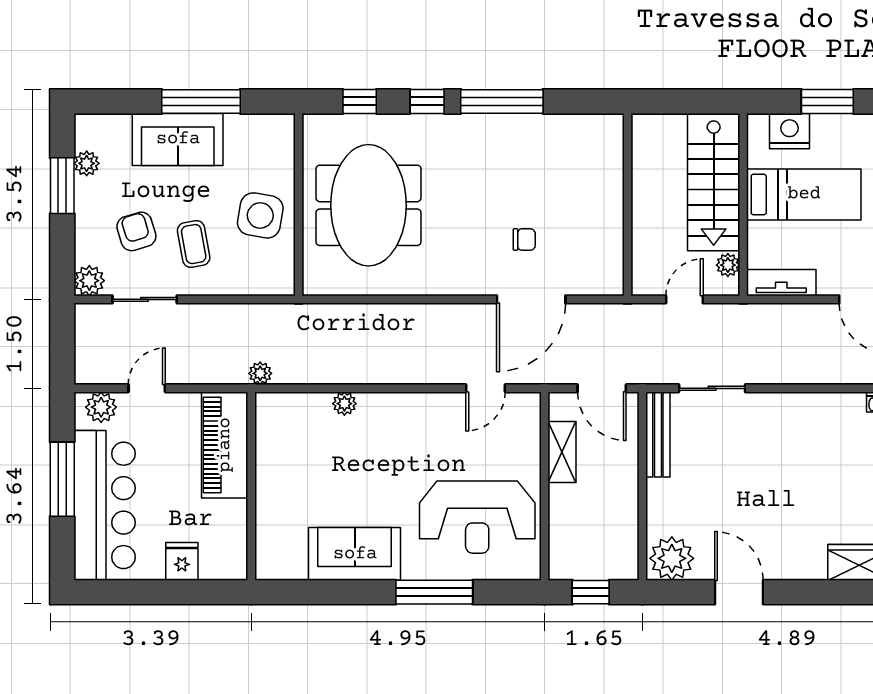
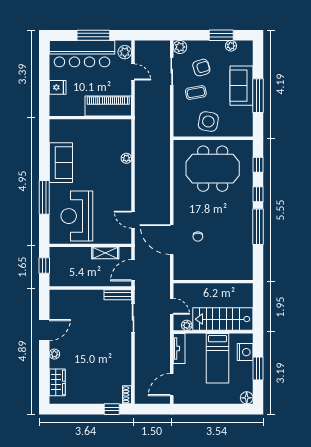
plant: (260, 373) -> (140, 121), removed
bench: (658, 434) -> (118, 295), width x0.73
plant: (672, 558) -> (54, 354), moved, width x0.53, depth x0.53

